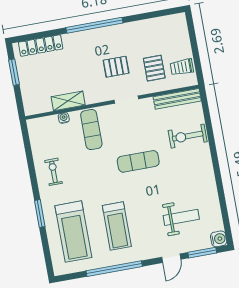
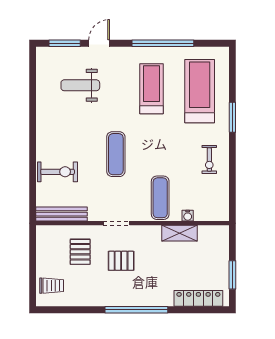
trolley: (182, 67) -> (52, 286), moved
exercise mat: (138, 161) -> (116, 154), turned 90
water cooler: (219, 239) -> (44, 55), removed

